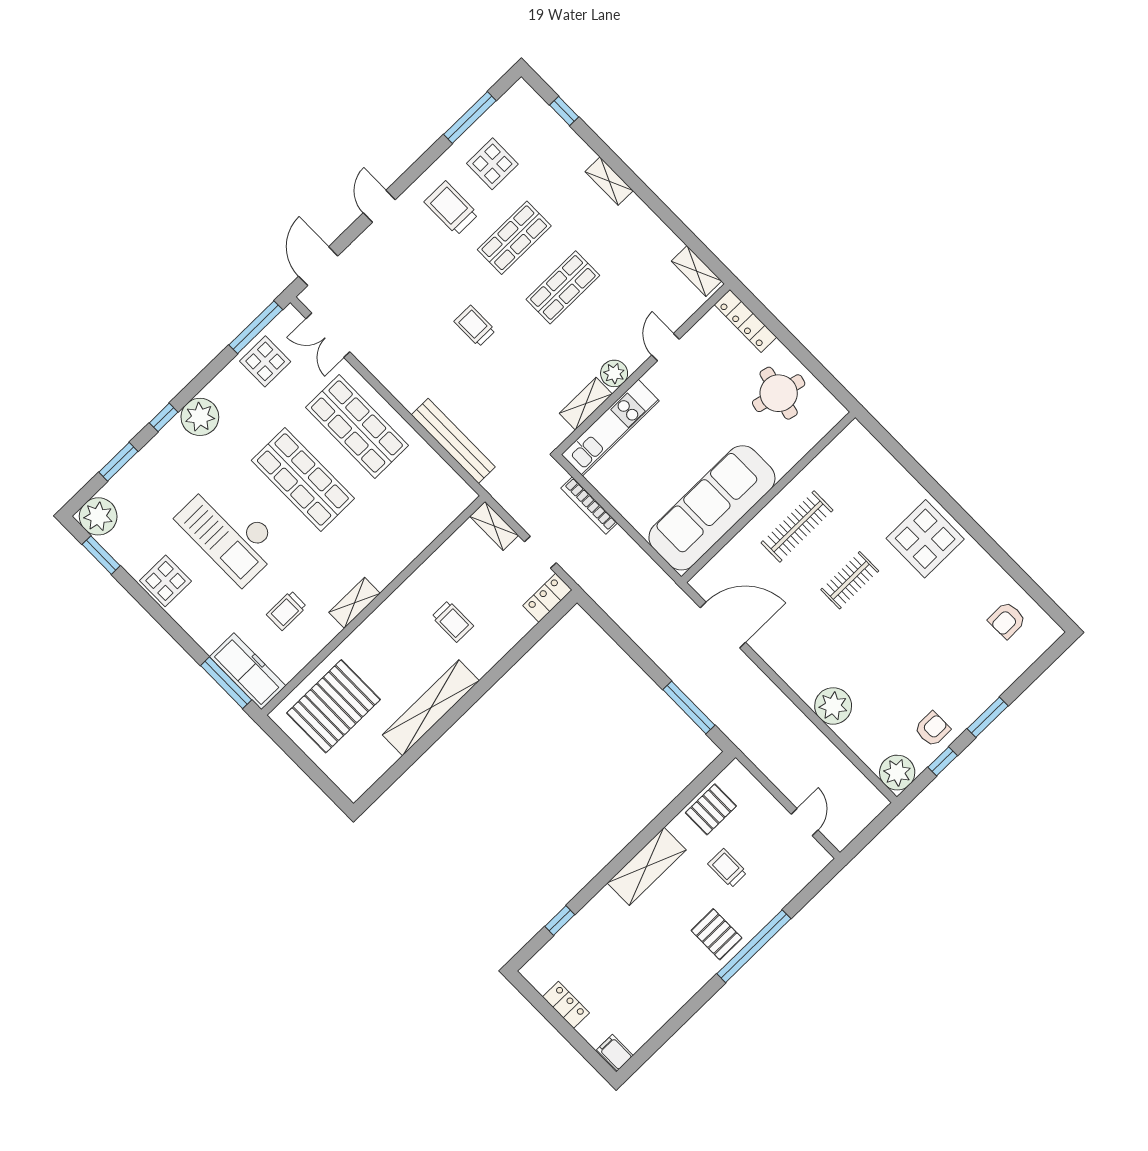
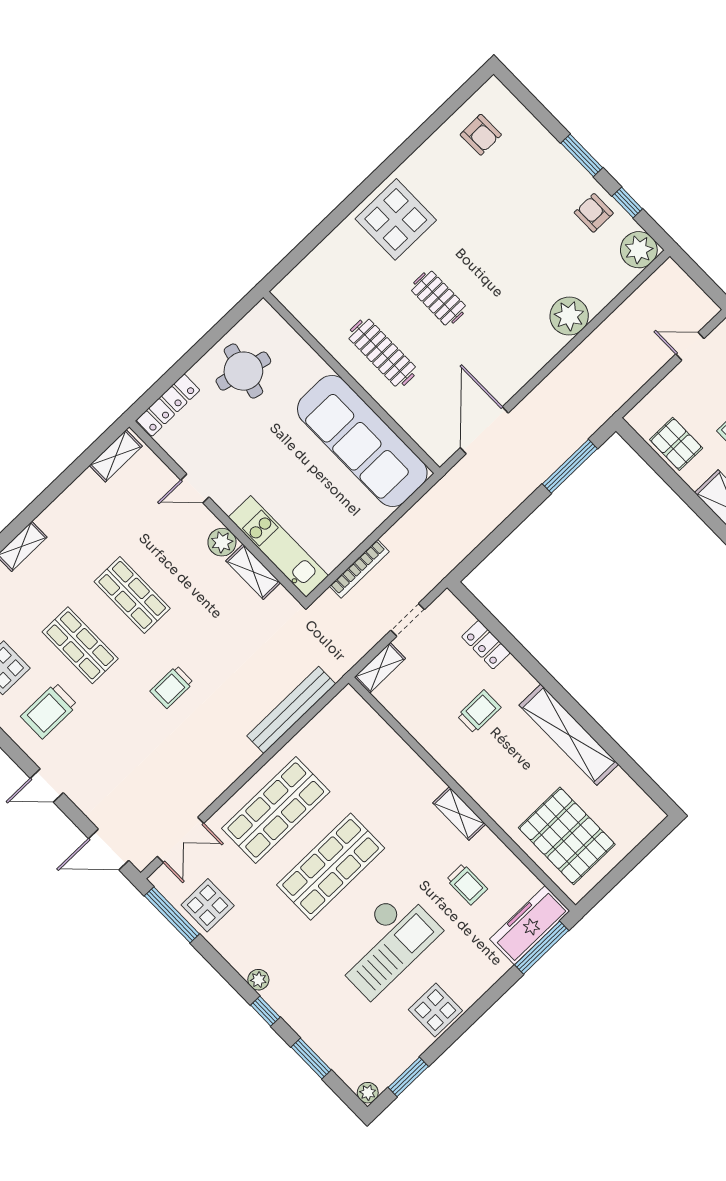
plant: (200, 417) -> (258, 980), width x0.53, depth x0.53
plant: (98, 516) -> (368, 1093), width x0.53, depth x0.53
locker: (547, 598) -> (486, 645), moved

